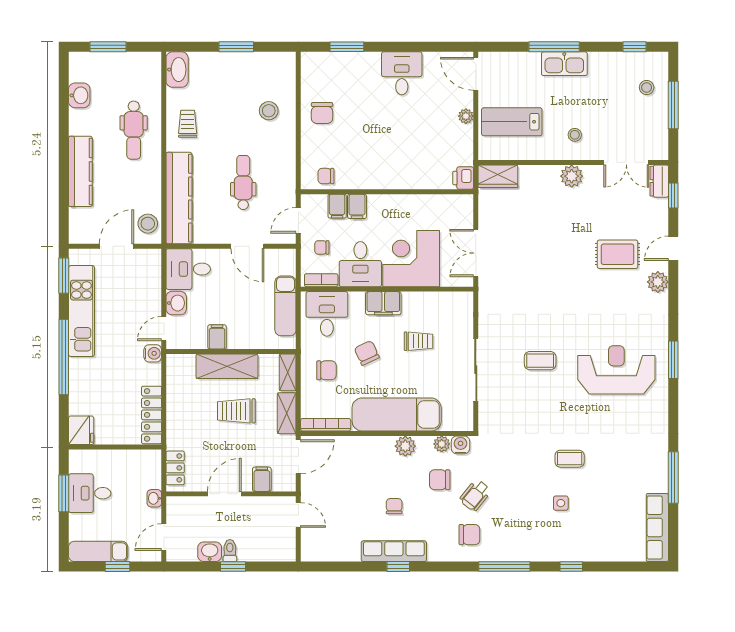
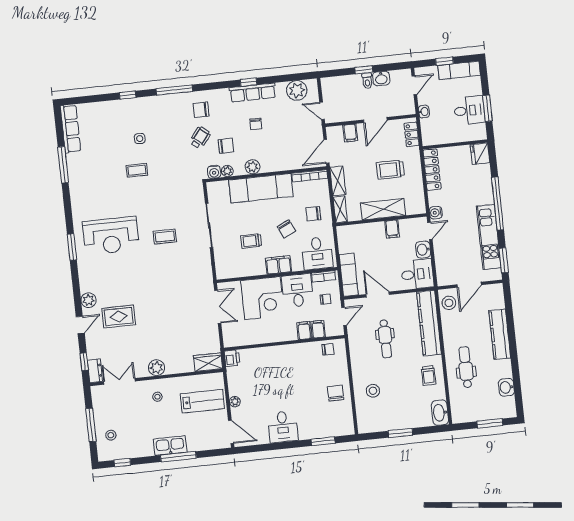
exam couch: (285, 306) -> (349, 275), moved
trolley: (236, 411) -> (390, 170), moved, turned 180
plant: (331, 547) -> (297, 90), added

